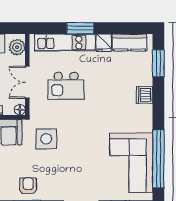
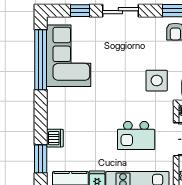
kitchen island: (66, 86) -> (136, 135), turned 180
dishwasher: (144, 95) -> (55, 138), moved

